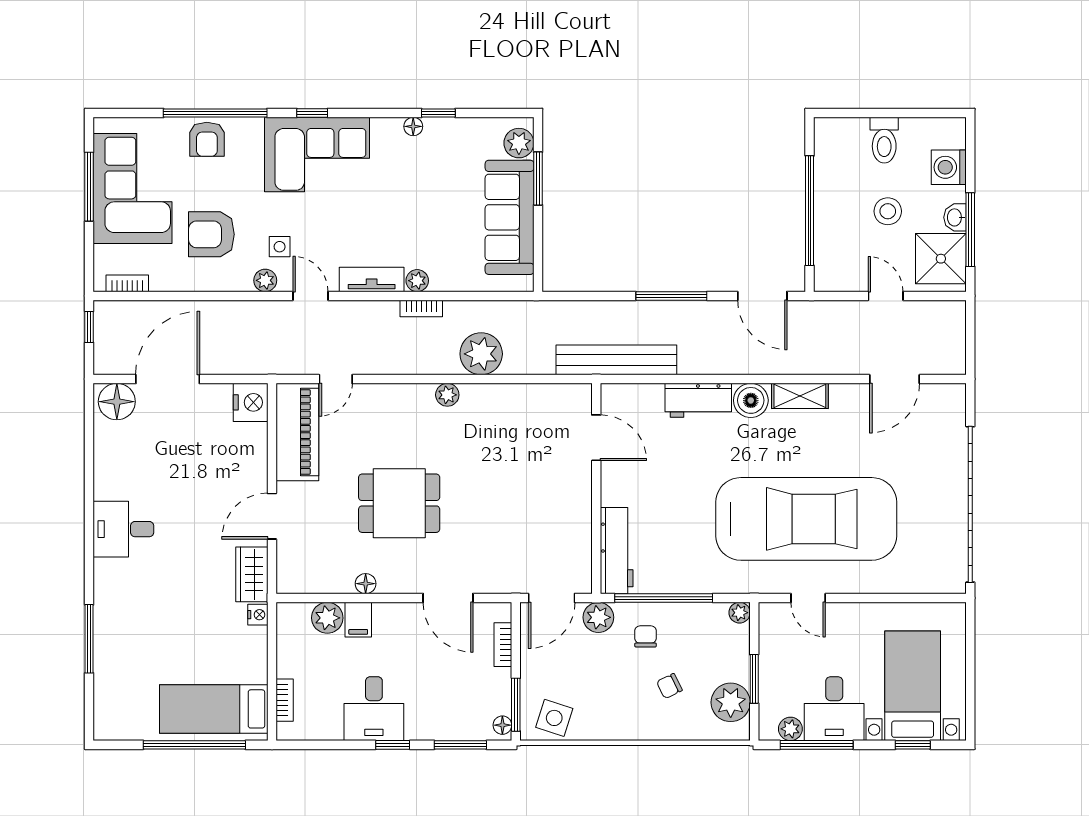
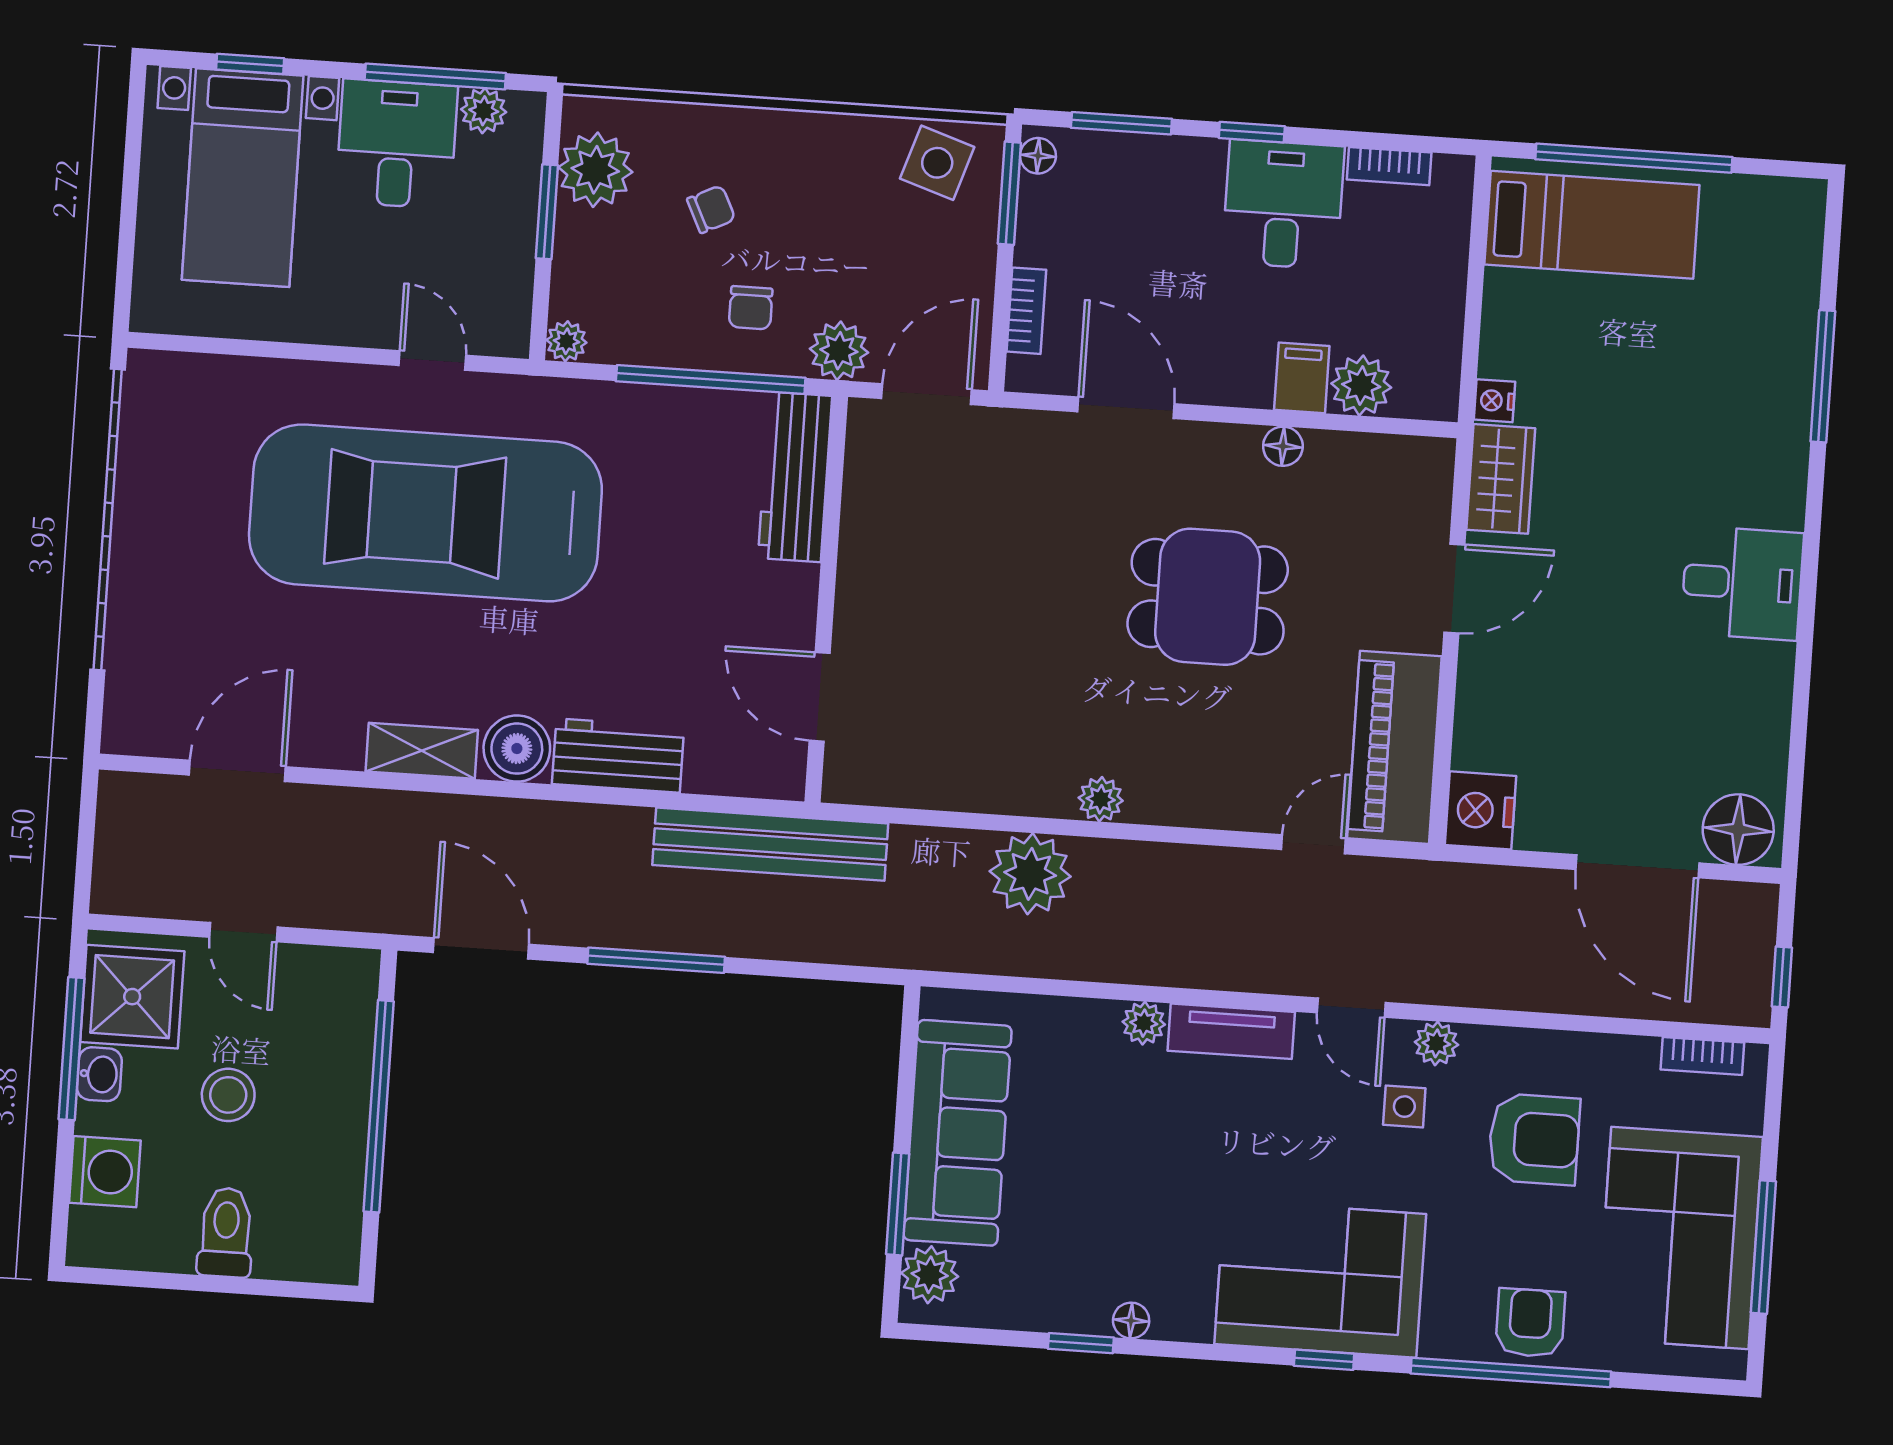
bookcase: (421, 309) -> (1139, 969), removed
door: (168, 379) -> (1637, 866), hinge flipped
bookcase: (285, 700) -> (1389, 166), moved, turned -90

